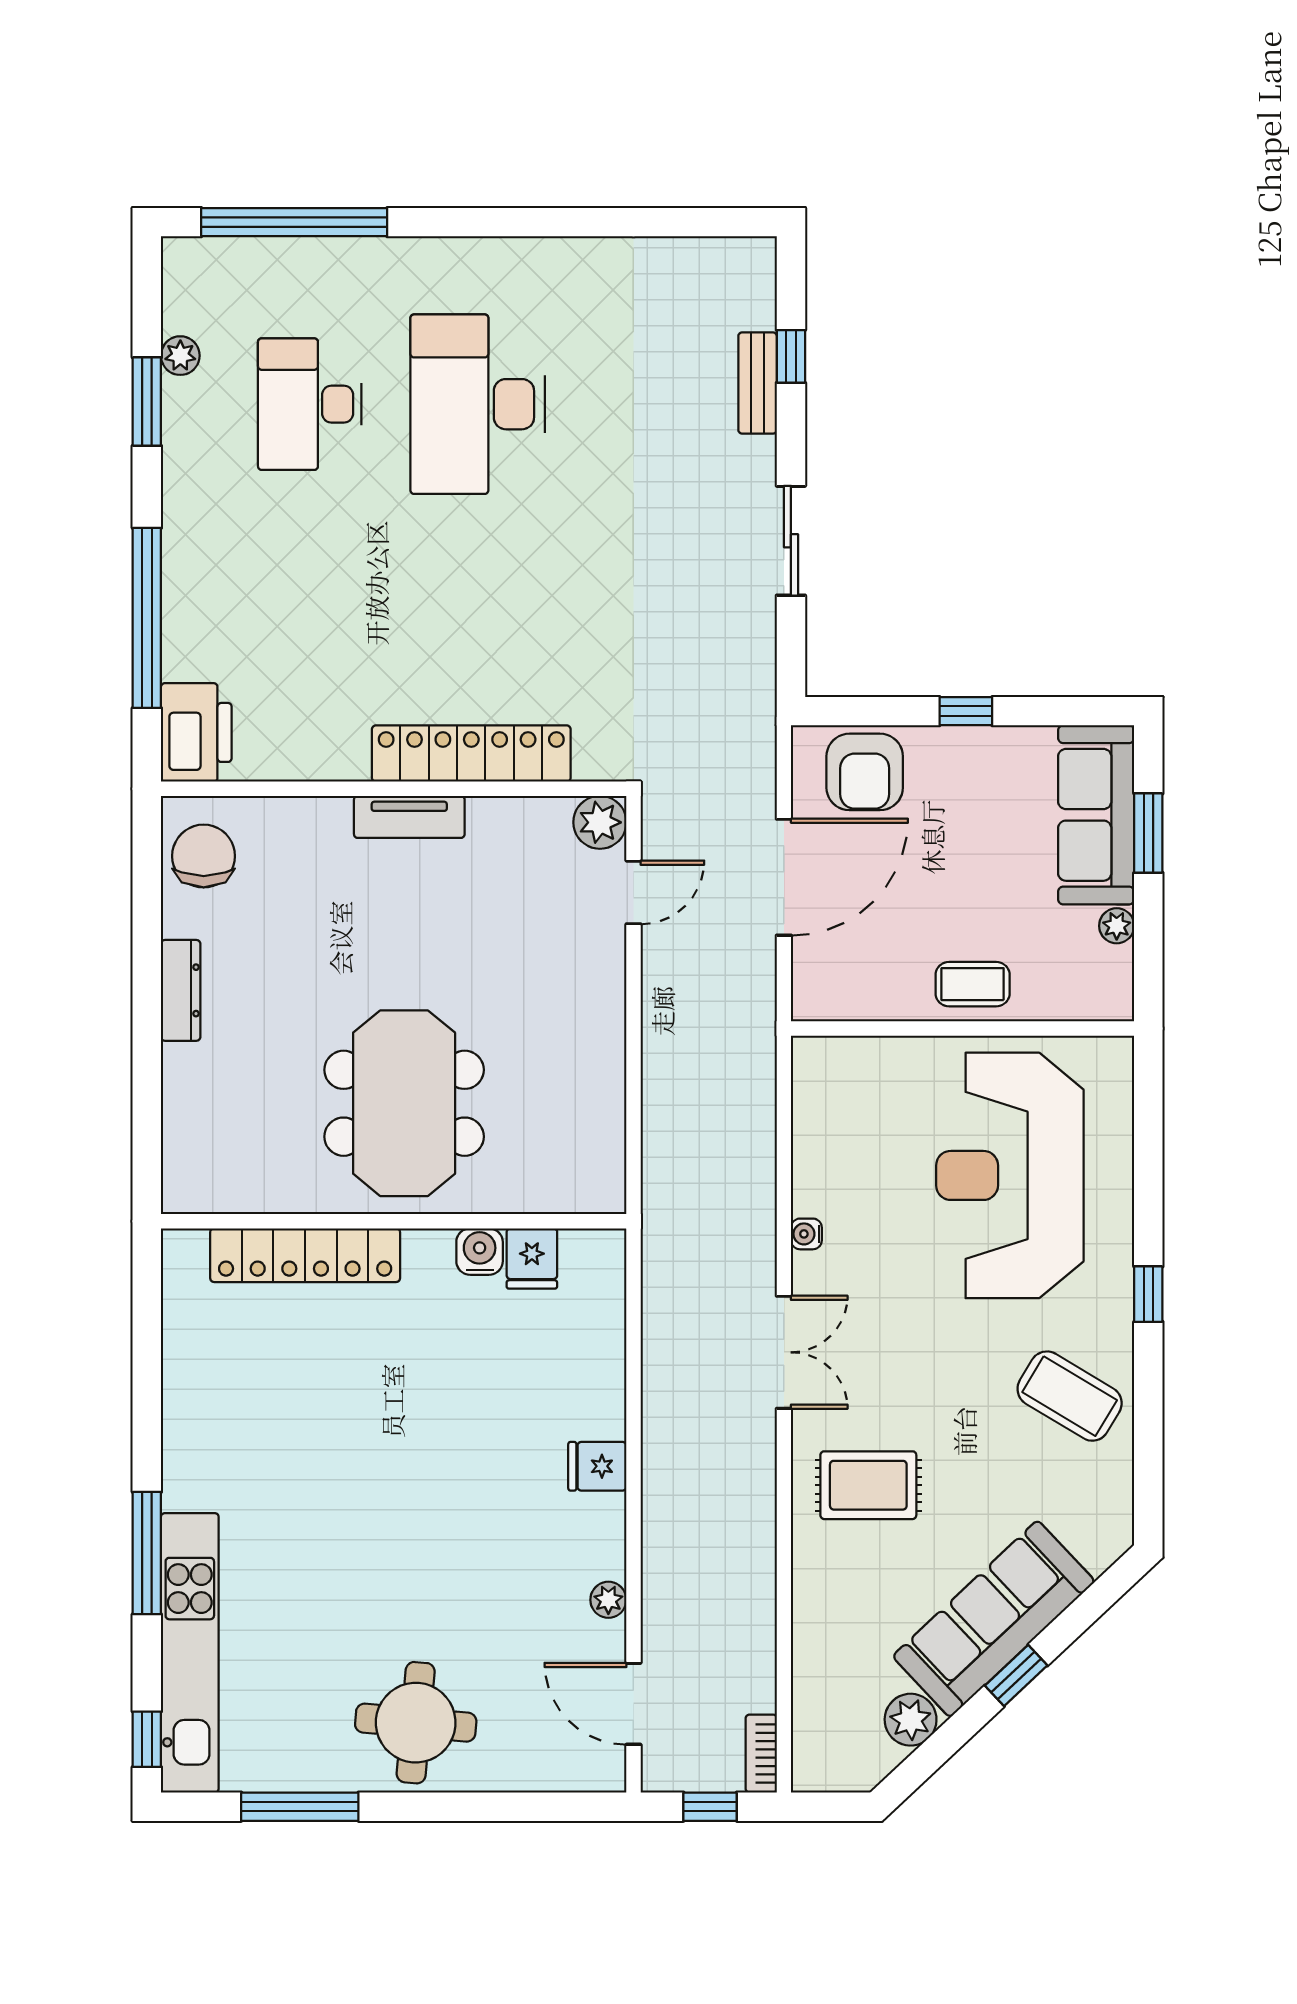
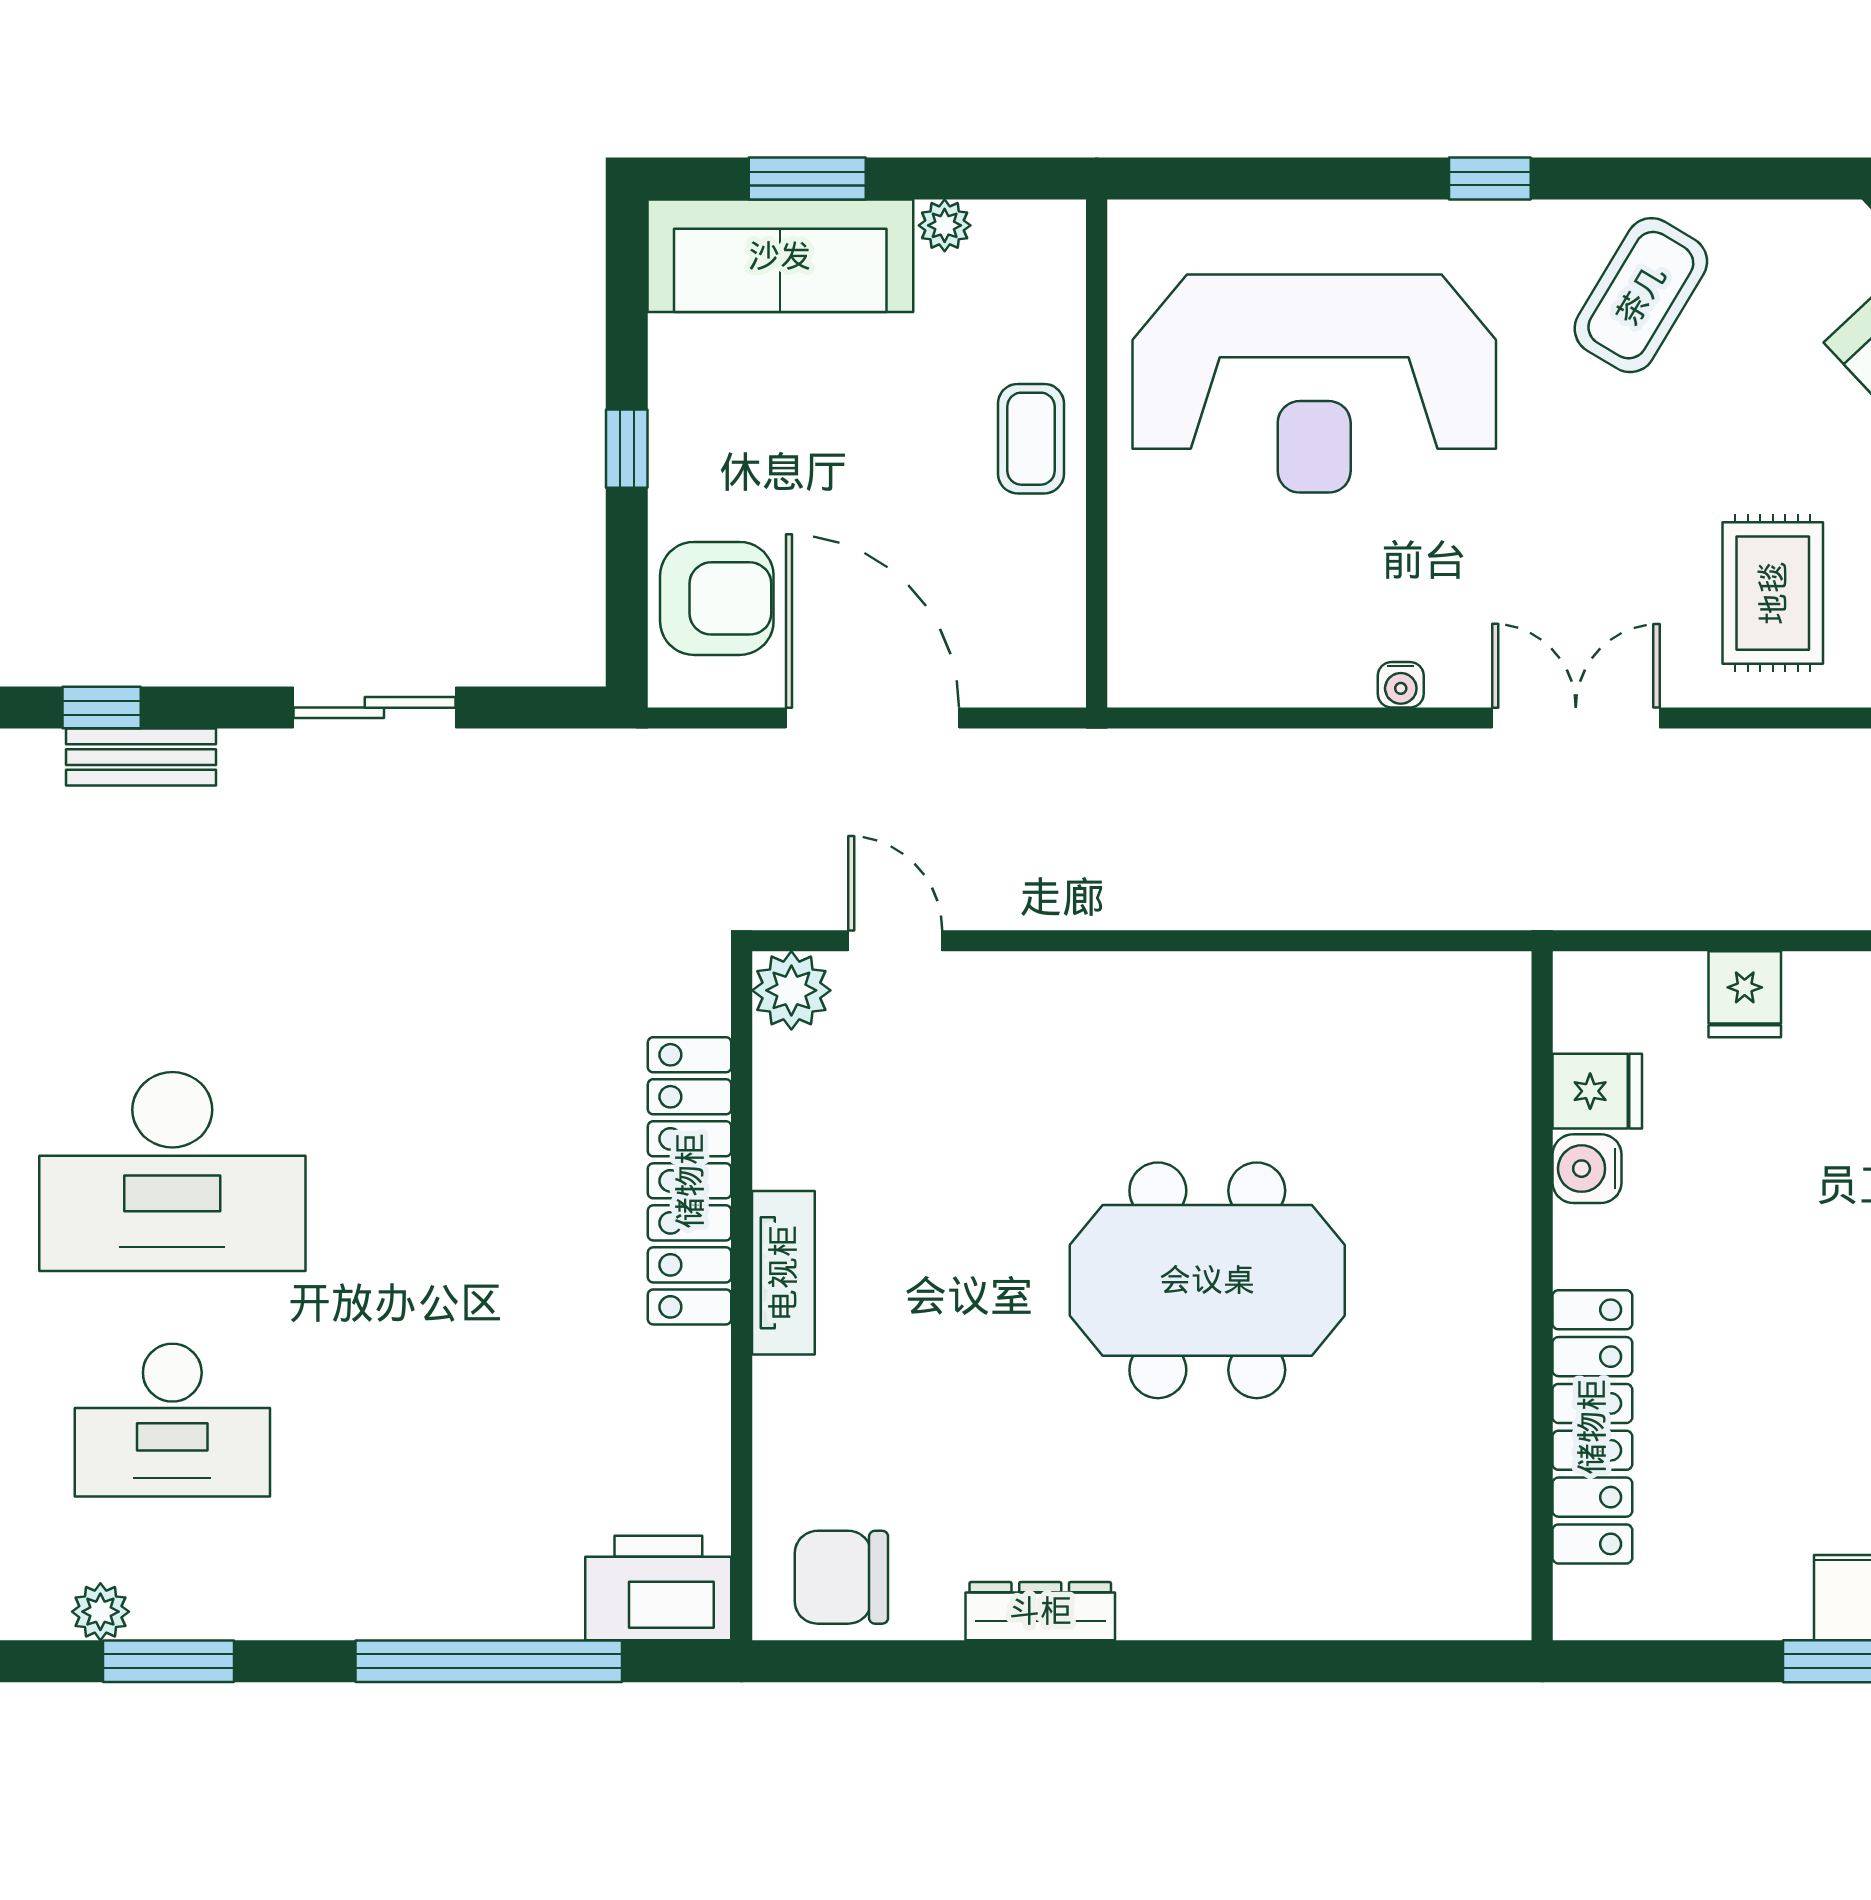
wall: (394, 1221) -> (1542, 1296), moved
water cooler: (480, 1252) -> (1587, 1169), moved
locker: (305, 1255) -> (1592, 1427), moved
fridge: (532, 1259) -> (1597, 1091), moved

